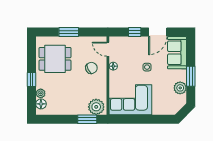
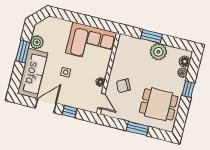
sofa: (177, 53) -> (32, 73), width x1.36
plant: (96, 107) -> (158, 52), moved
window: (87, 119) -> (151, 36), moved

